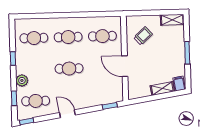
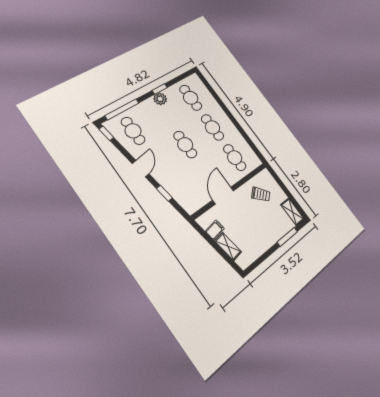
window: (187, 53) -> (287, 237), moved
plant: (22, 80) -> (160, 99), moved
filing cabinet: (179, 84) -> (215, 230), moved
window: (14, 98) -> (122, 109), width x2.17
window: (110, 106) -> (164, 193), moved

